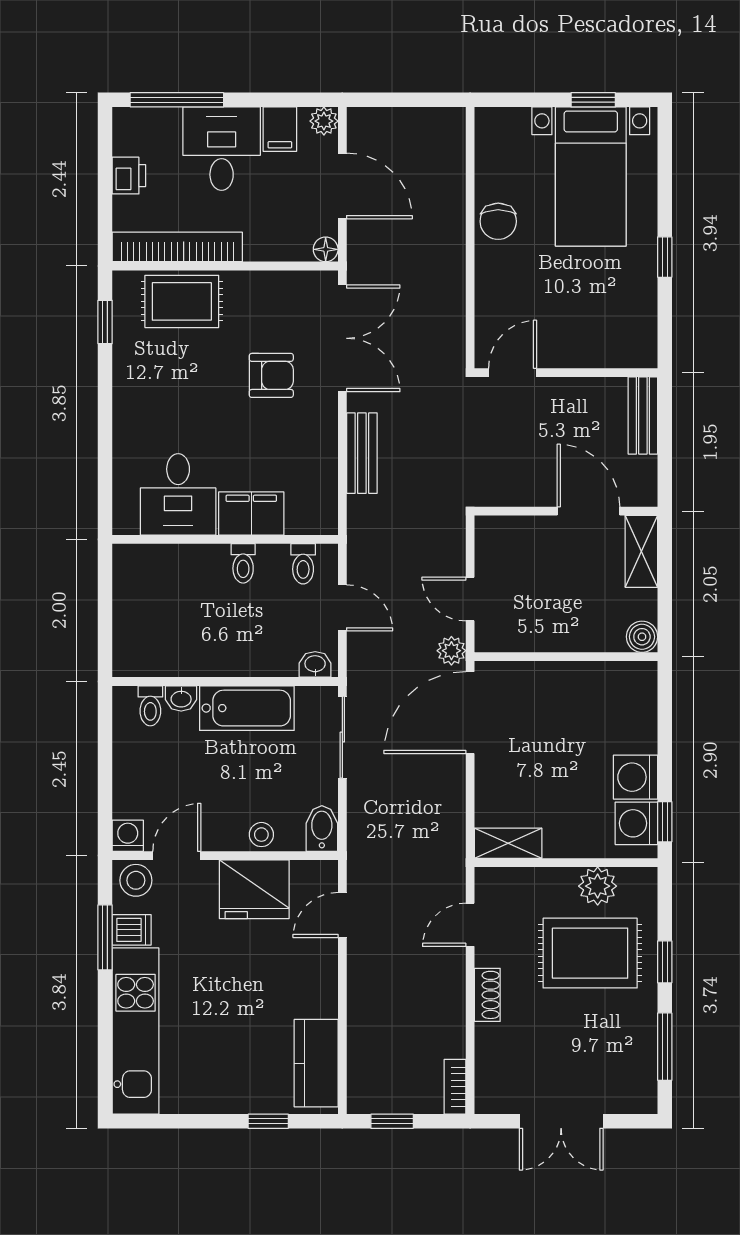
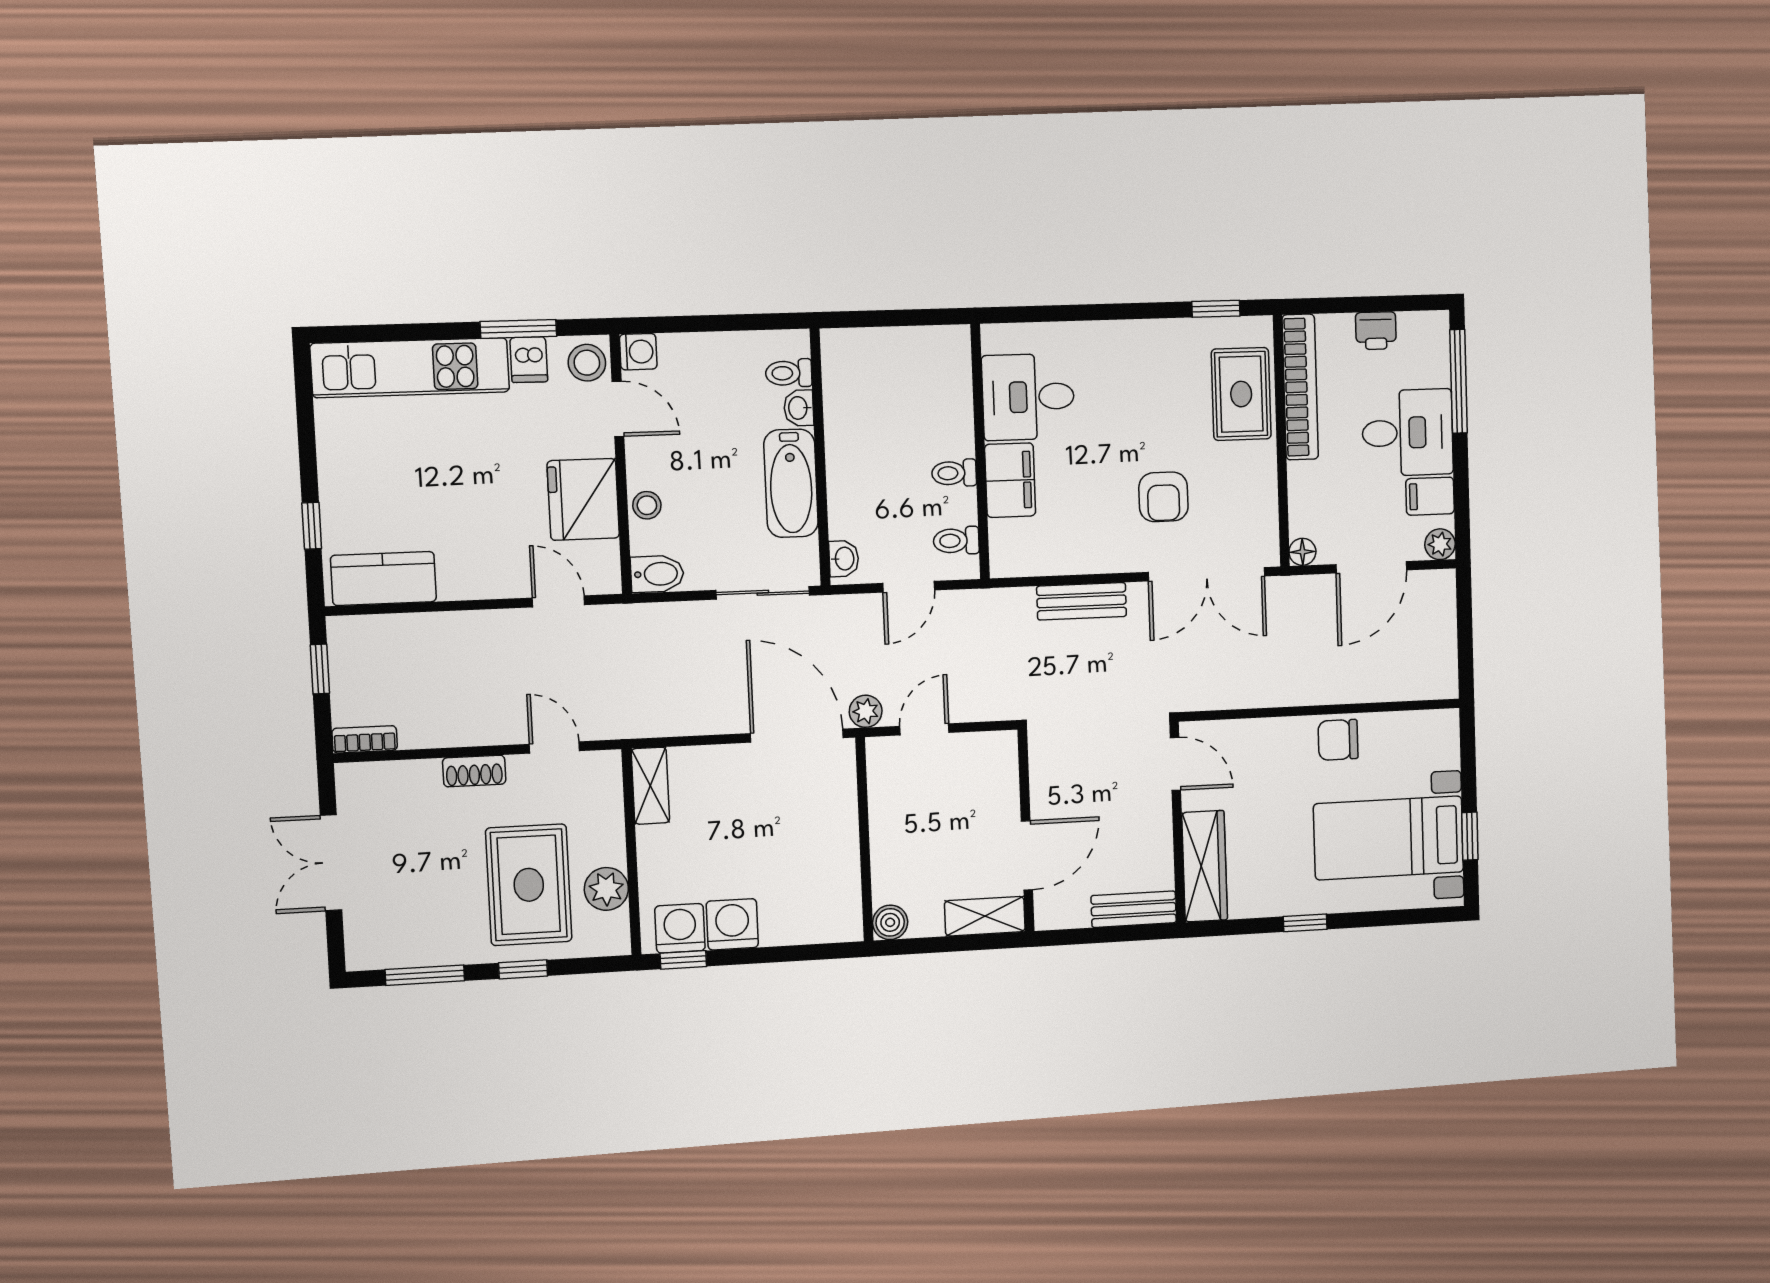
wardrobe: (607, 349) -> (1205, 866), added

